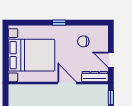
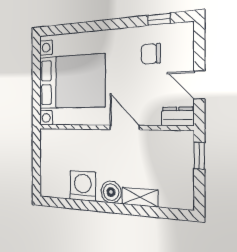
window: (59, 23) -> (159, 19), moved
dresser: (95, 77) -> (178, 117), width x0.70

